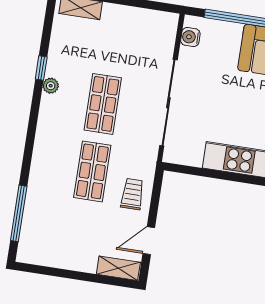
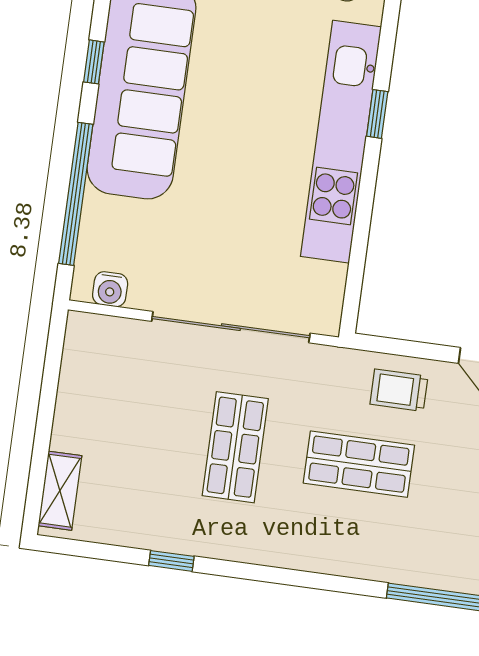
plant: (51, 86) -> (204, 543), removed
shop shelf: (103, 104) -> (235, 447), turned 90

